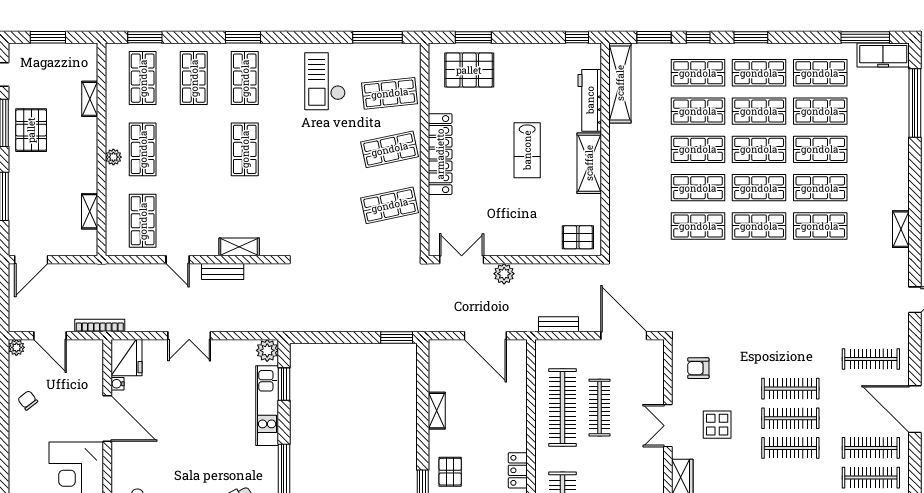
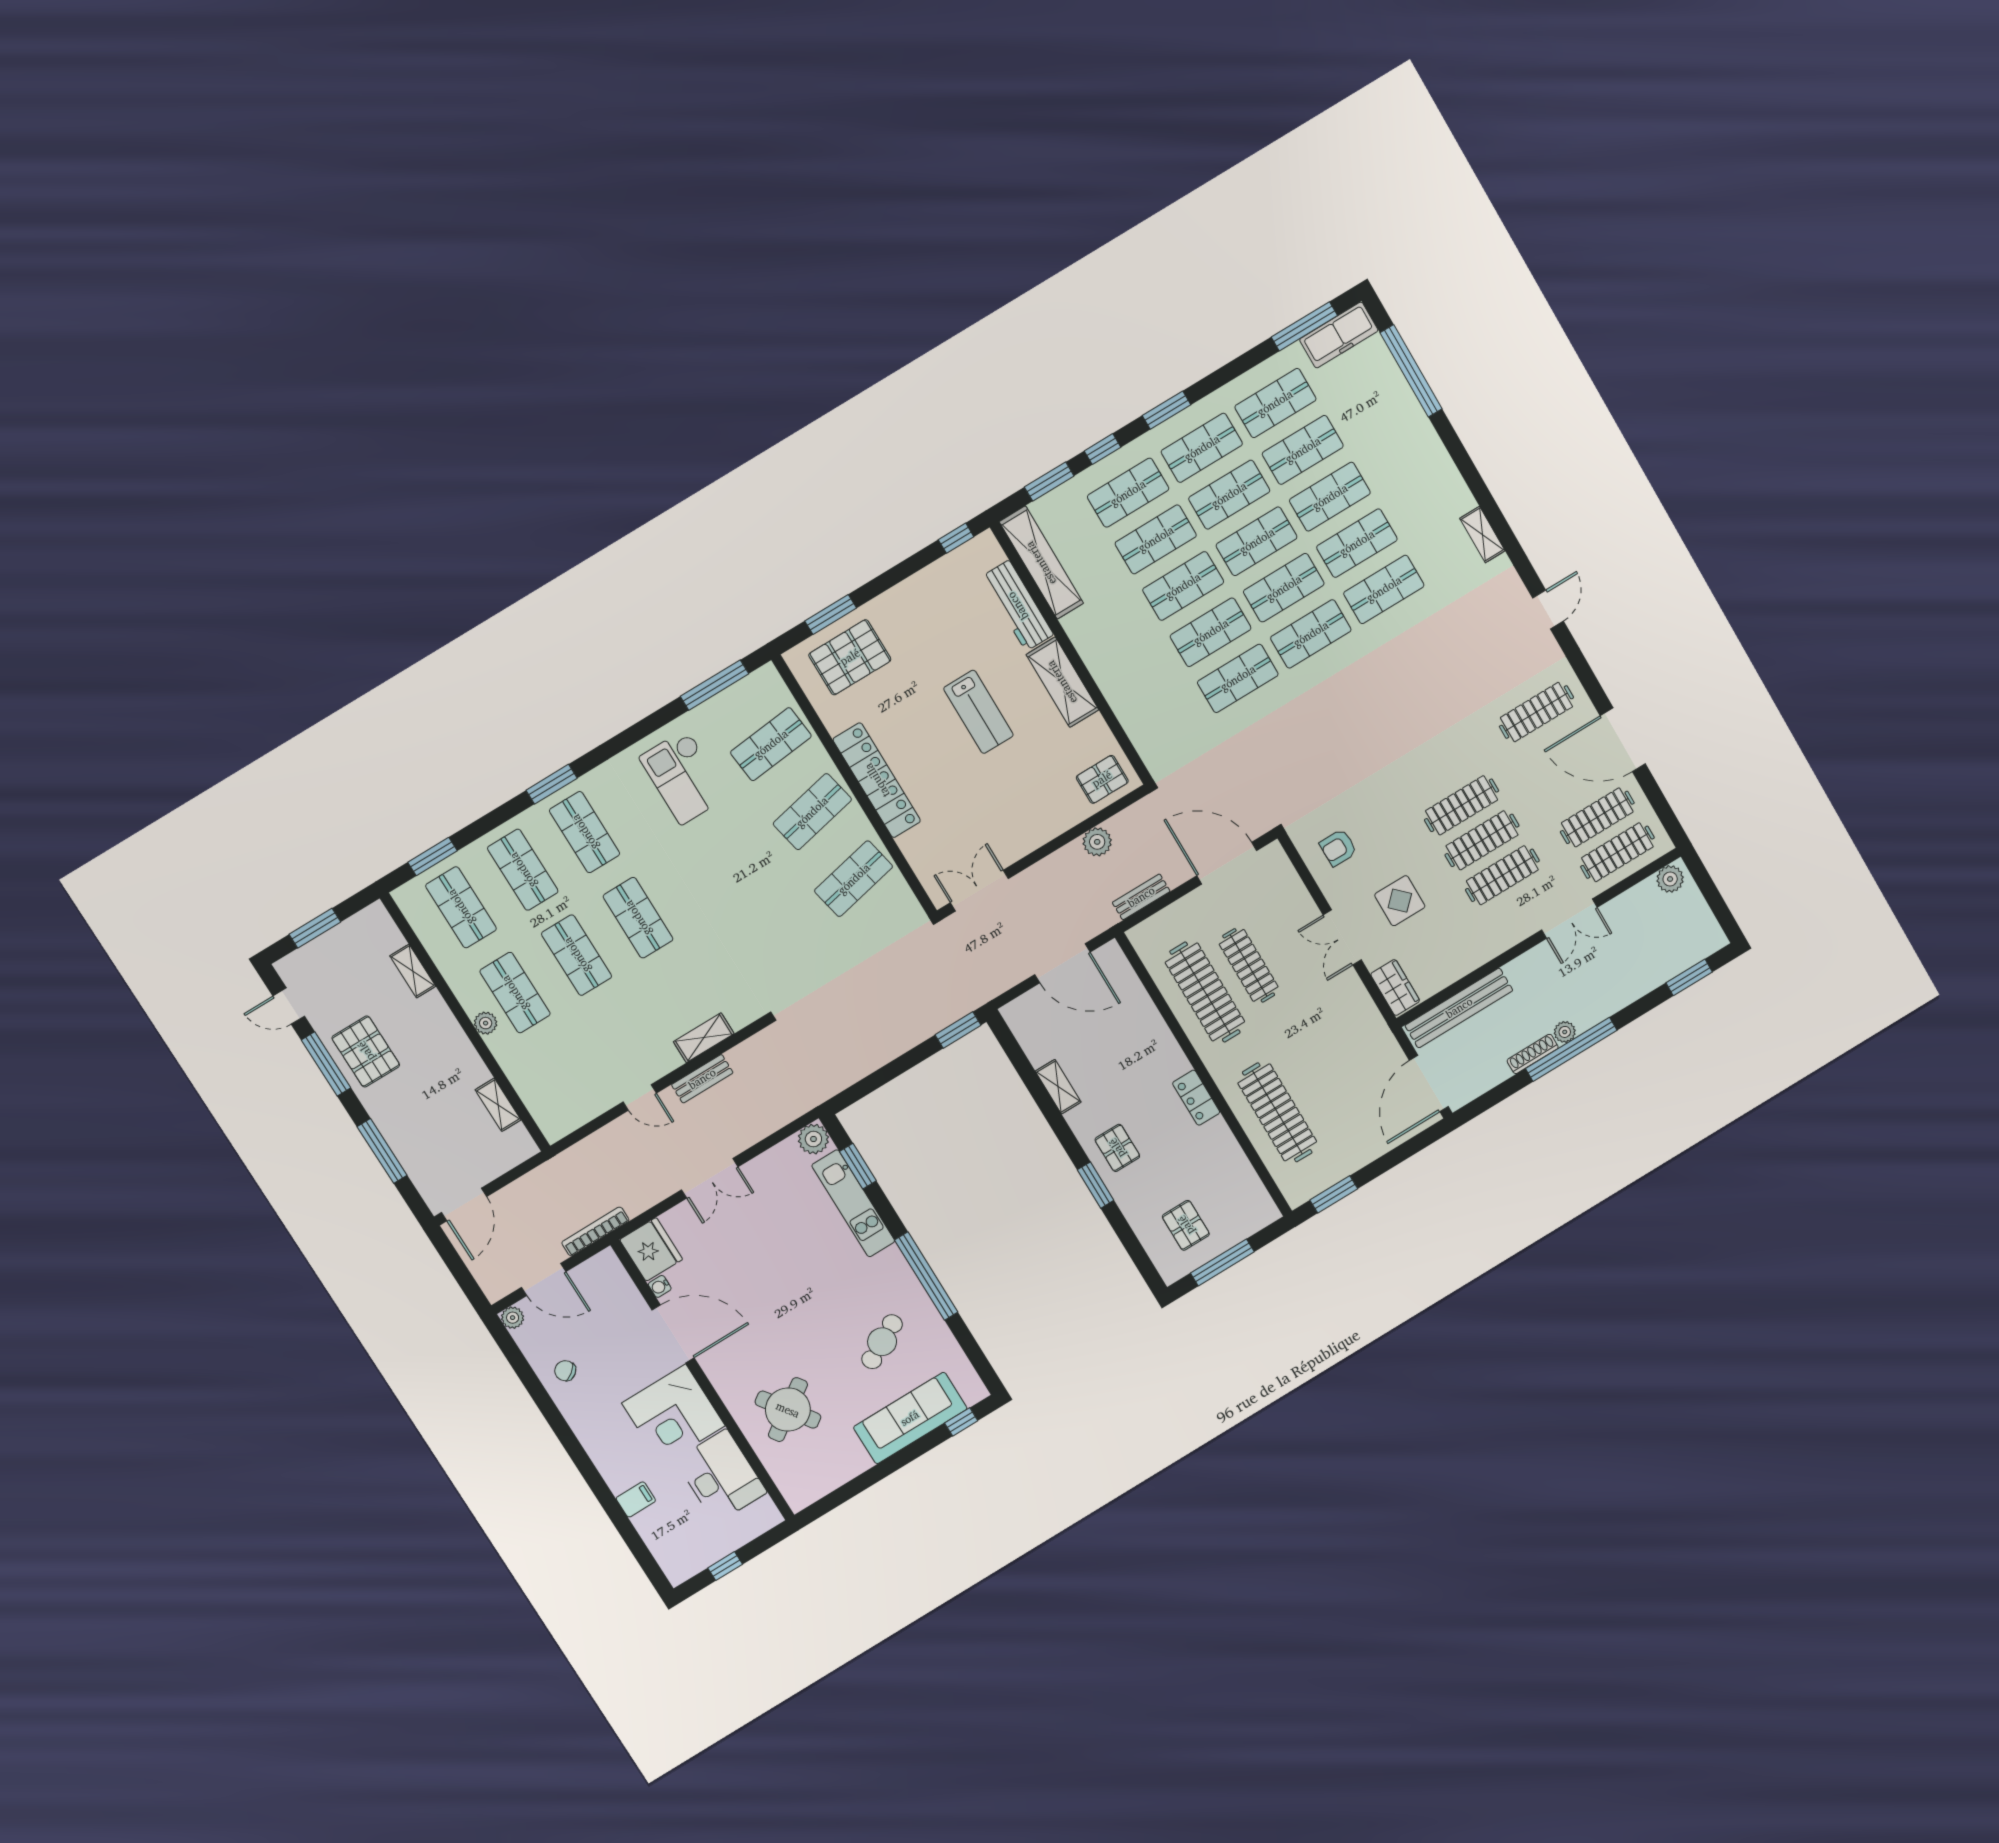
shop shelf: (143, 221) -> (577, 955), moved
plant: (504, 274) -> (1097, 842), moved

